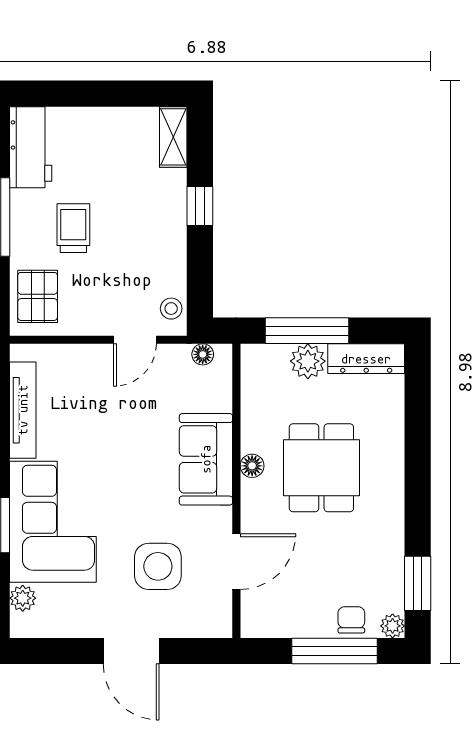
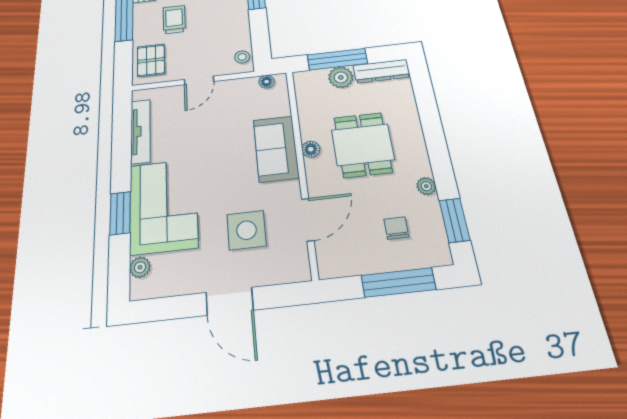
door: (135, 340) -> (199, 80), moved
chair: (351, 620) -> (396, 228), moved
plant: (393, 626) -> (426, 186), moved

